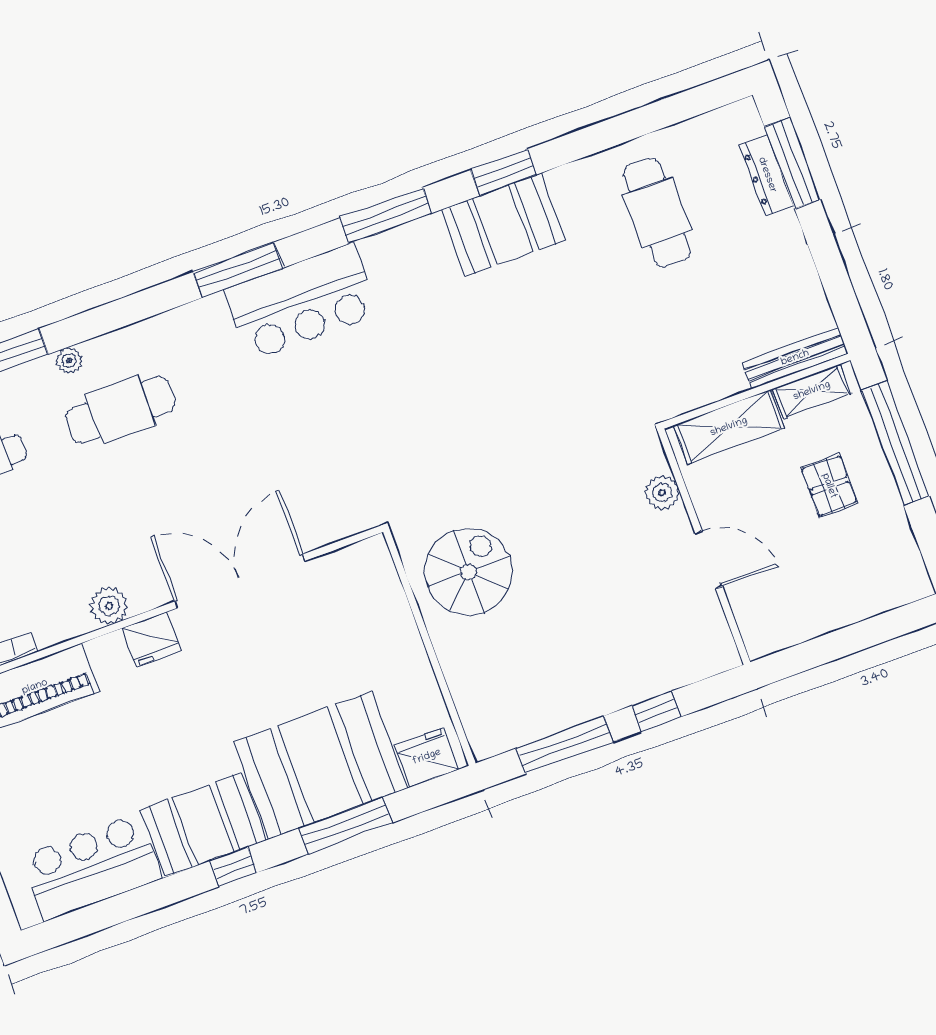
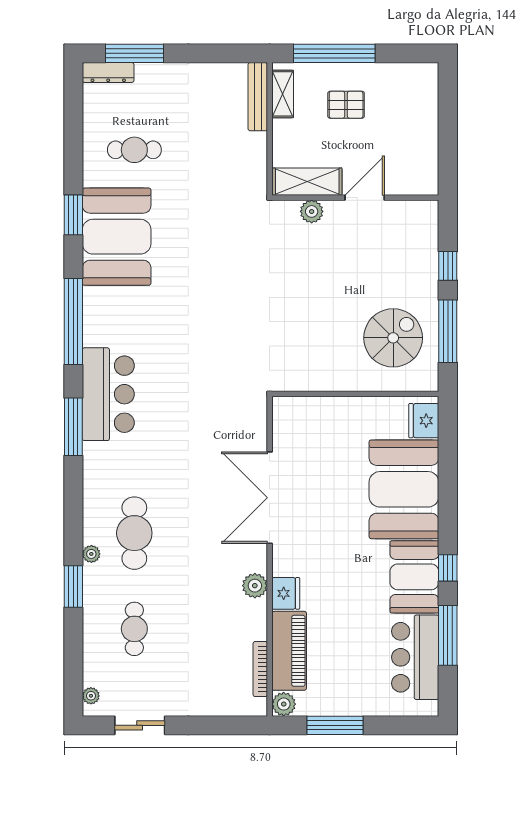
window: (503, 172) -> (73, 215), moved
dresser: (767, 175) -> (108, 72), moved
cafe table: (657, 213) -> (134, 150), width x0.73, depth x0.74
window: (385, 216) -> (73, 321), width x1.46
booth: (503, 225) -> (117, 237), width x1.36, depth x1.42
shelving: (729, 427) -> (307, 182), moved, turned 90
spiral stairs: (469, 572) -> (393, 338), moved, turned 90
fridge: (152, 639) -> (286, 593), moved
window: (346, 826) -> (448, 635), moved

